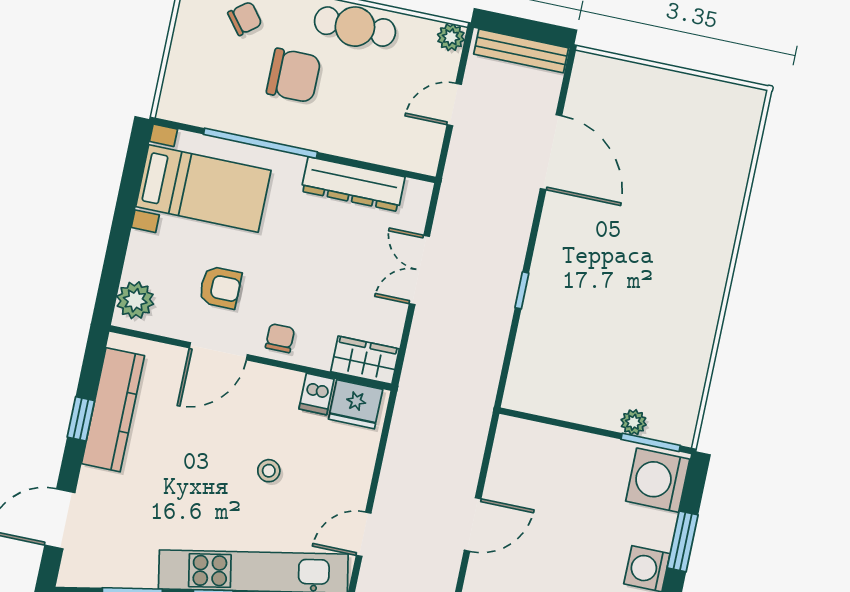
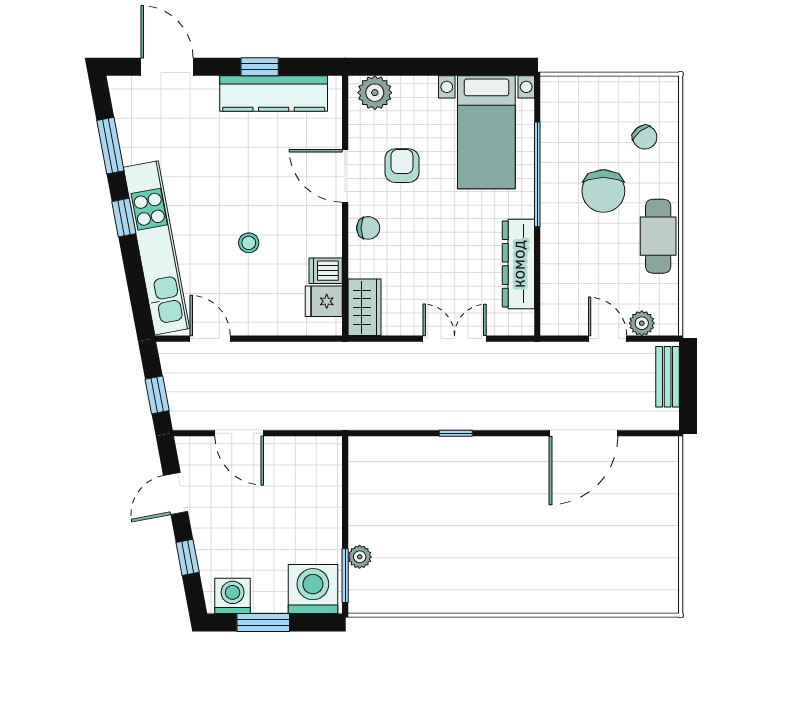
plant: (451, 37) -> (642, 323), moved
bench: (521, 51) -> (668, 377), width x0.73
armchair: (220, 287) -> (402, 166), turned 180
fridge: (356, 404) -> (324, 301), width x0.72

